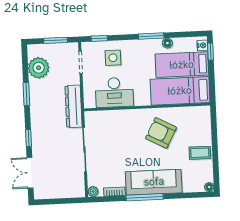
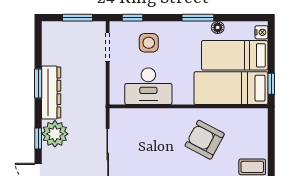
window: (210, 52) -> (271, 84), moved
plant: (39, 68) -> (55, 134), moved
dresser: (74, 106) -> (51, 92), moved, turned 180

